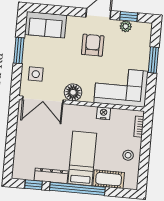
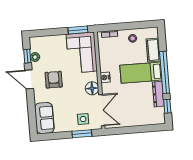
armchair: (93, 45) -> (54, 80), turned 90
window: (19, 50) -> (82, 134), moved
window: (153, 60) -> (78, 30), moved
nightstand: (104, 113) -> (105, 77), moved

